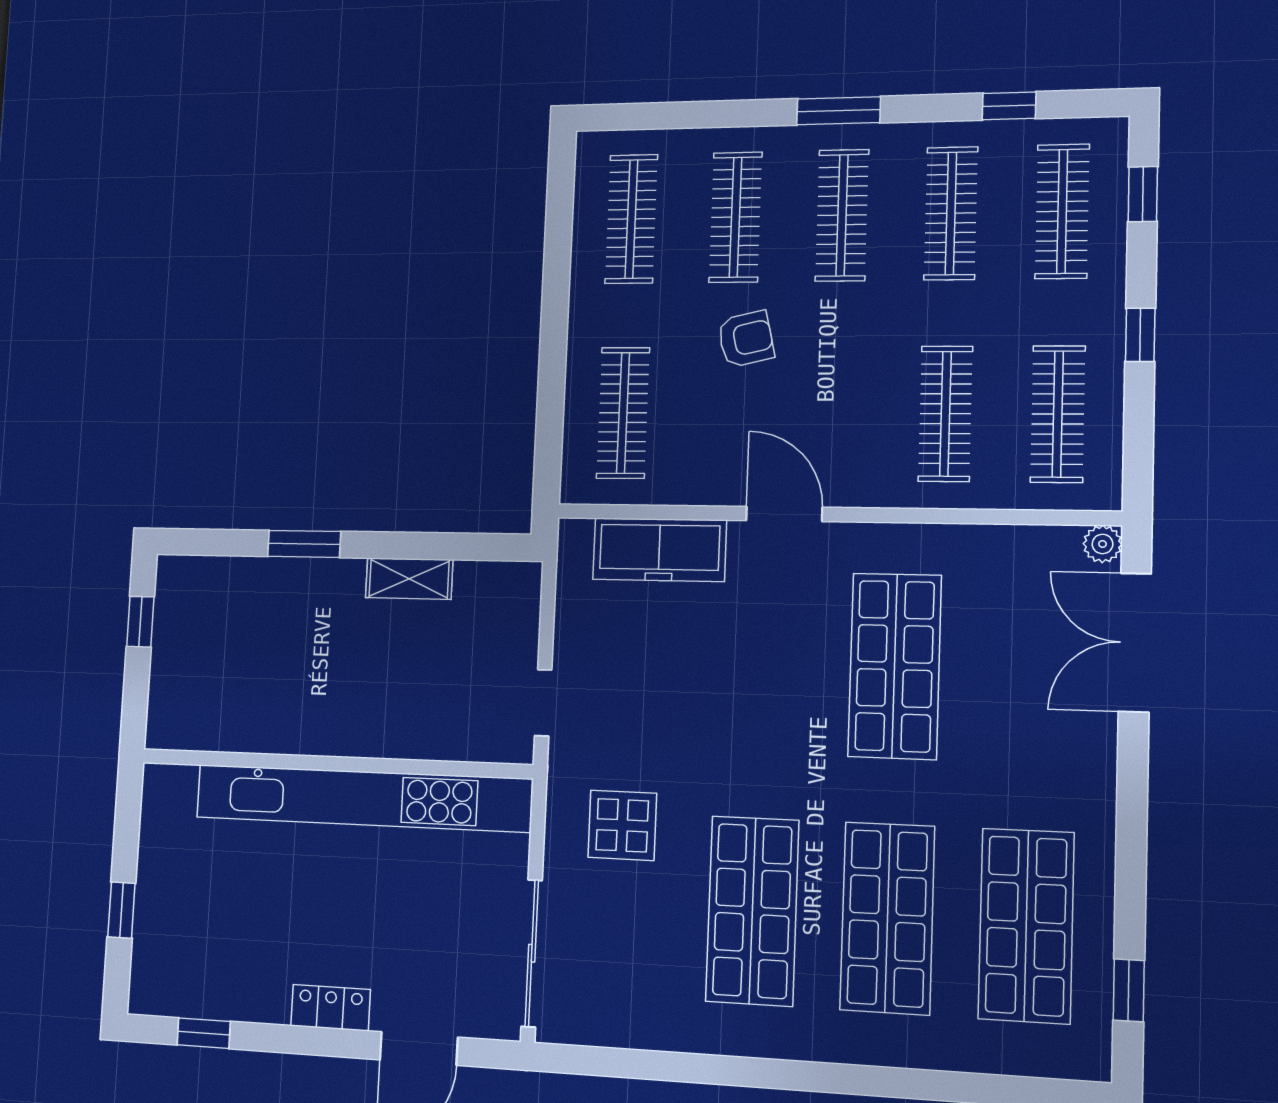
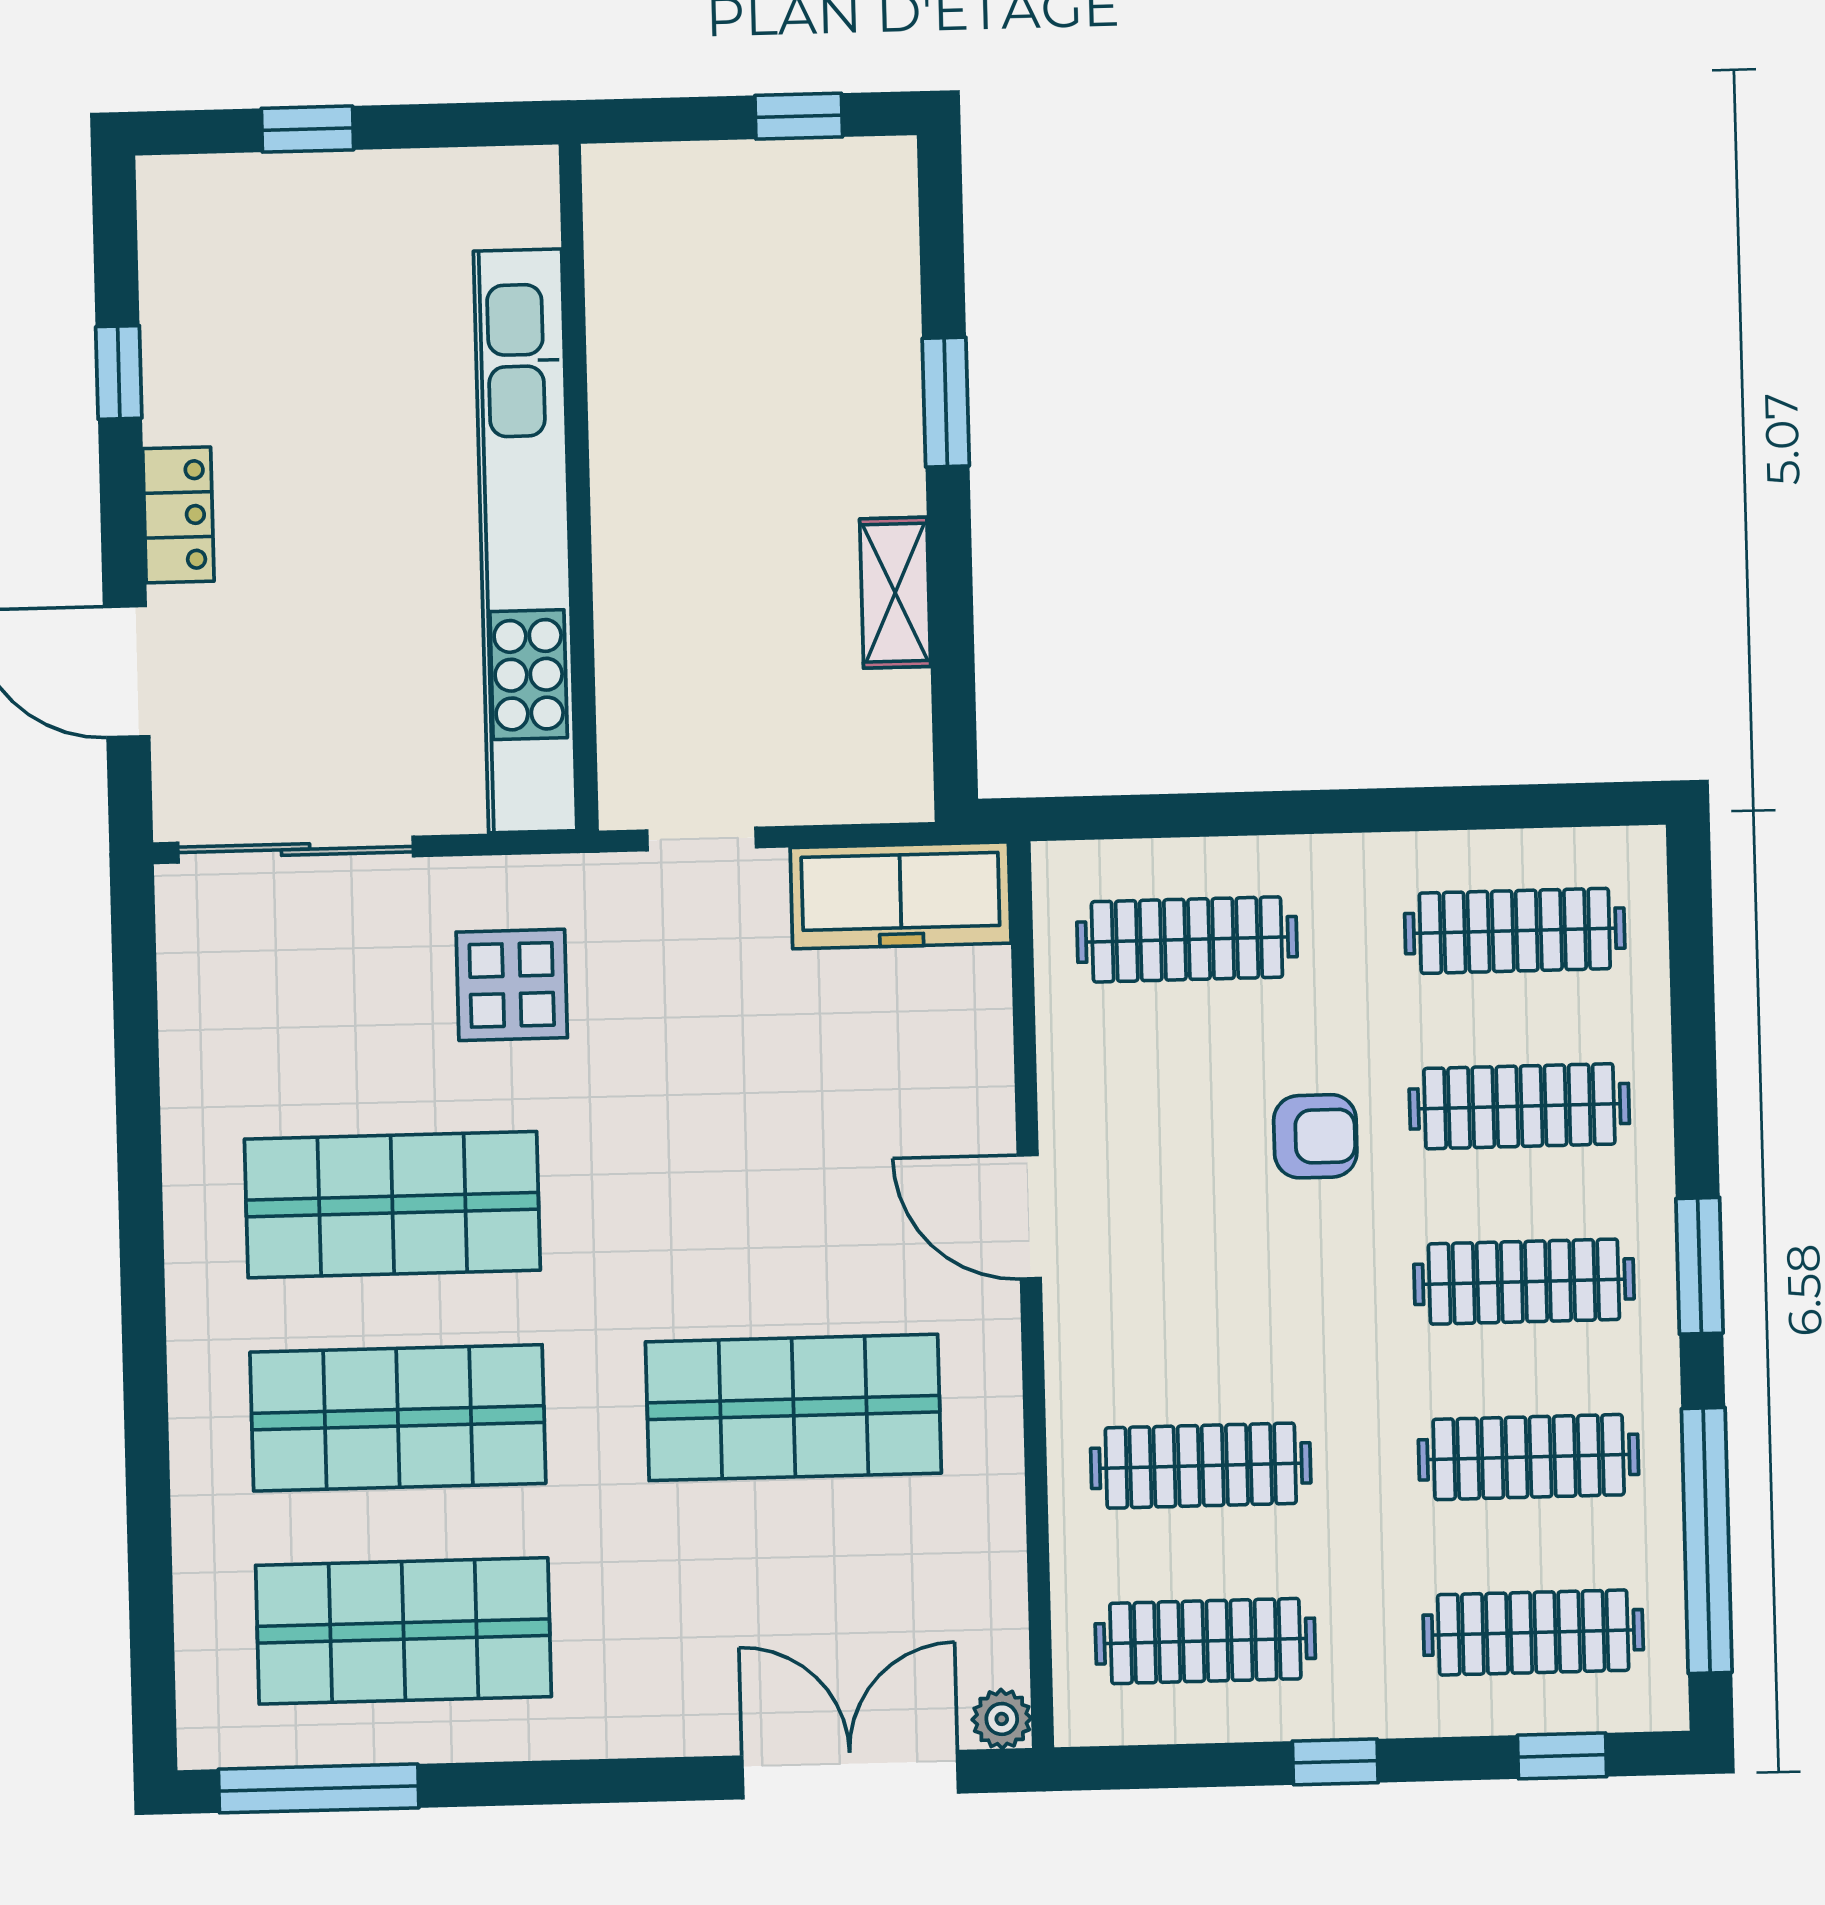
window: (1009, 106) -> (1707, 1541), width x3.17
armchair: (746, 339) -> (1315, 1136), turned -77
door: (784, 514) -> (1029, 1217), swing flipped
freezer: (659, 550) -> (901, 895), moved, turned -90
window: (1129, 990) -> (319, 1788), width x2.17
window: (204, 1033) -> (119, 372), moved

